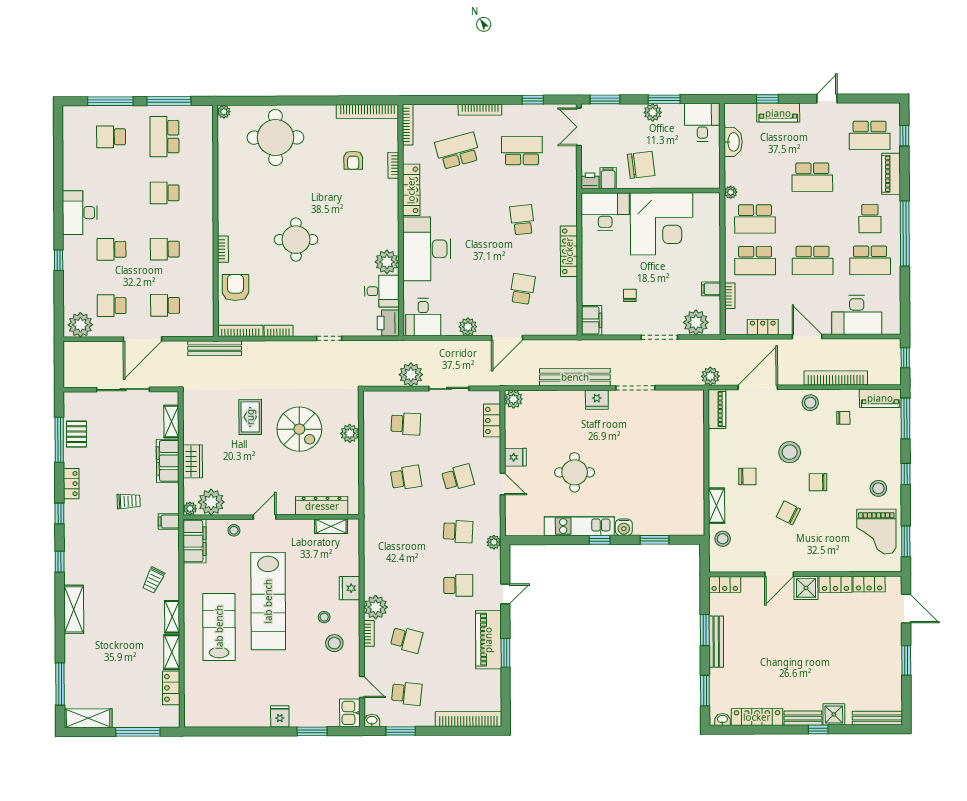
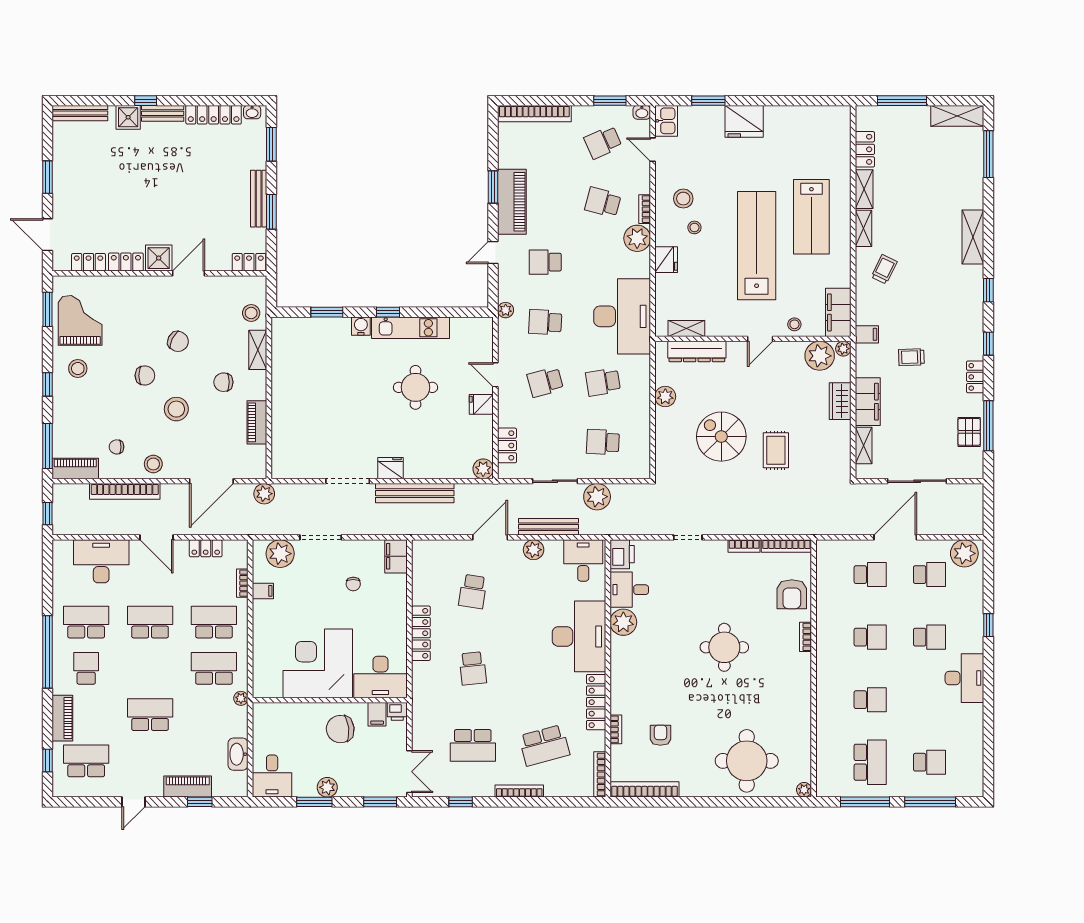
bench: (215, 348) -> (549, 527), moved
piano: (717, 409) -> (257, 422), moved
plant: (350, 433) -> (665, 397), moved
desk: (389, 537) -> (622, 316), added
school desk: (407, 693) -> (603, 142), turned -30
fridge: (280, 716) -> (744, 121), width x1.88, depth x1.34

